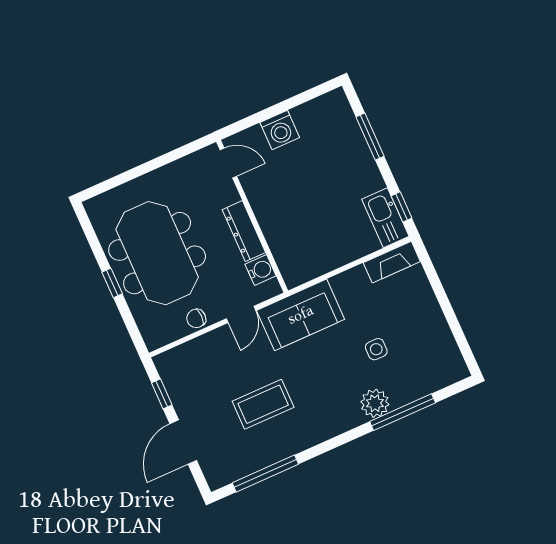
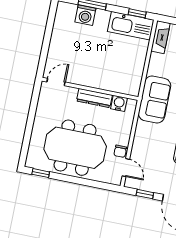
washing machine: (280, 130) -> (85, 15), moved, turned 90
kitchen sink: (385, 218) -> (131, 26), width x1.36, depth x1.24
window: (112, 283) -> (41, 173), moved
door: (241, 314) -> (126, 168), moved

